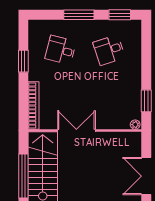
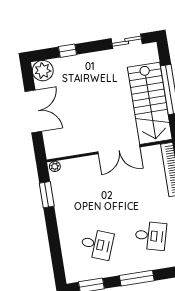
desk: (109, 50) -> (97, 244), turned 39

